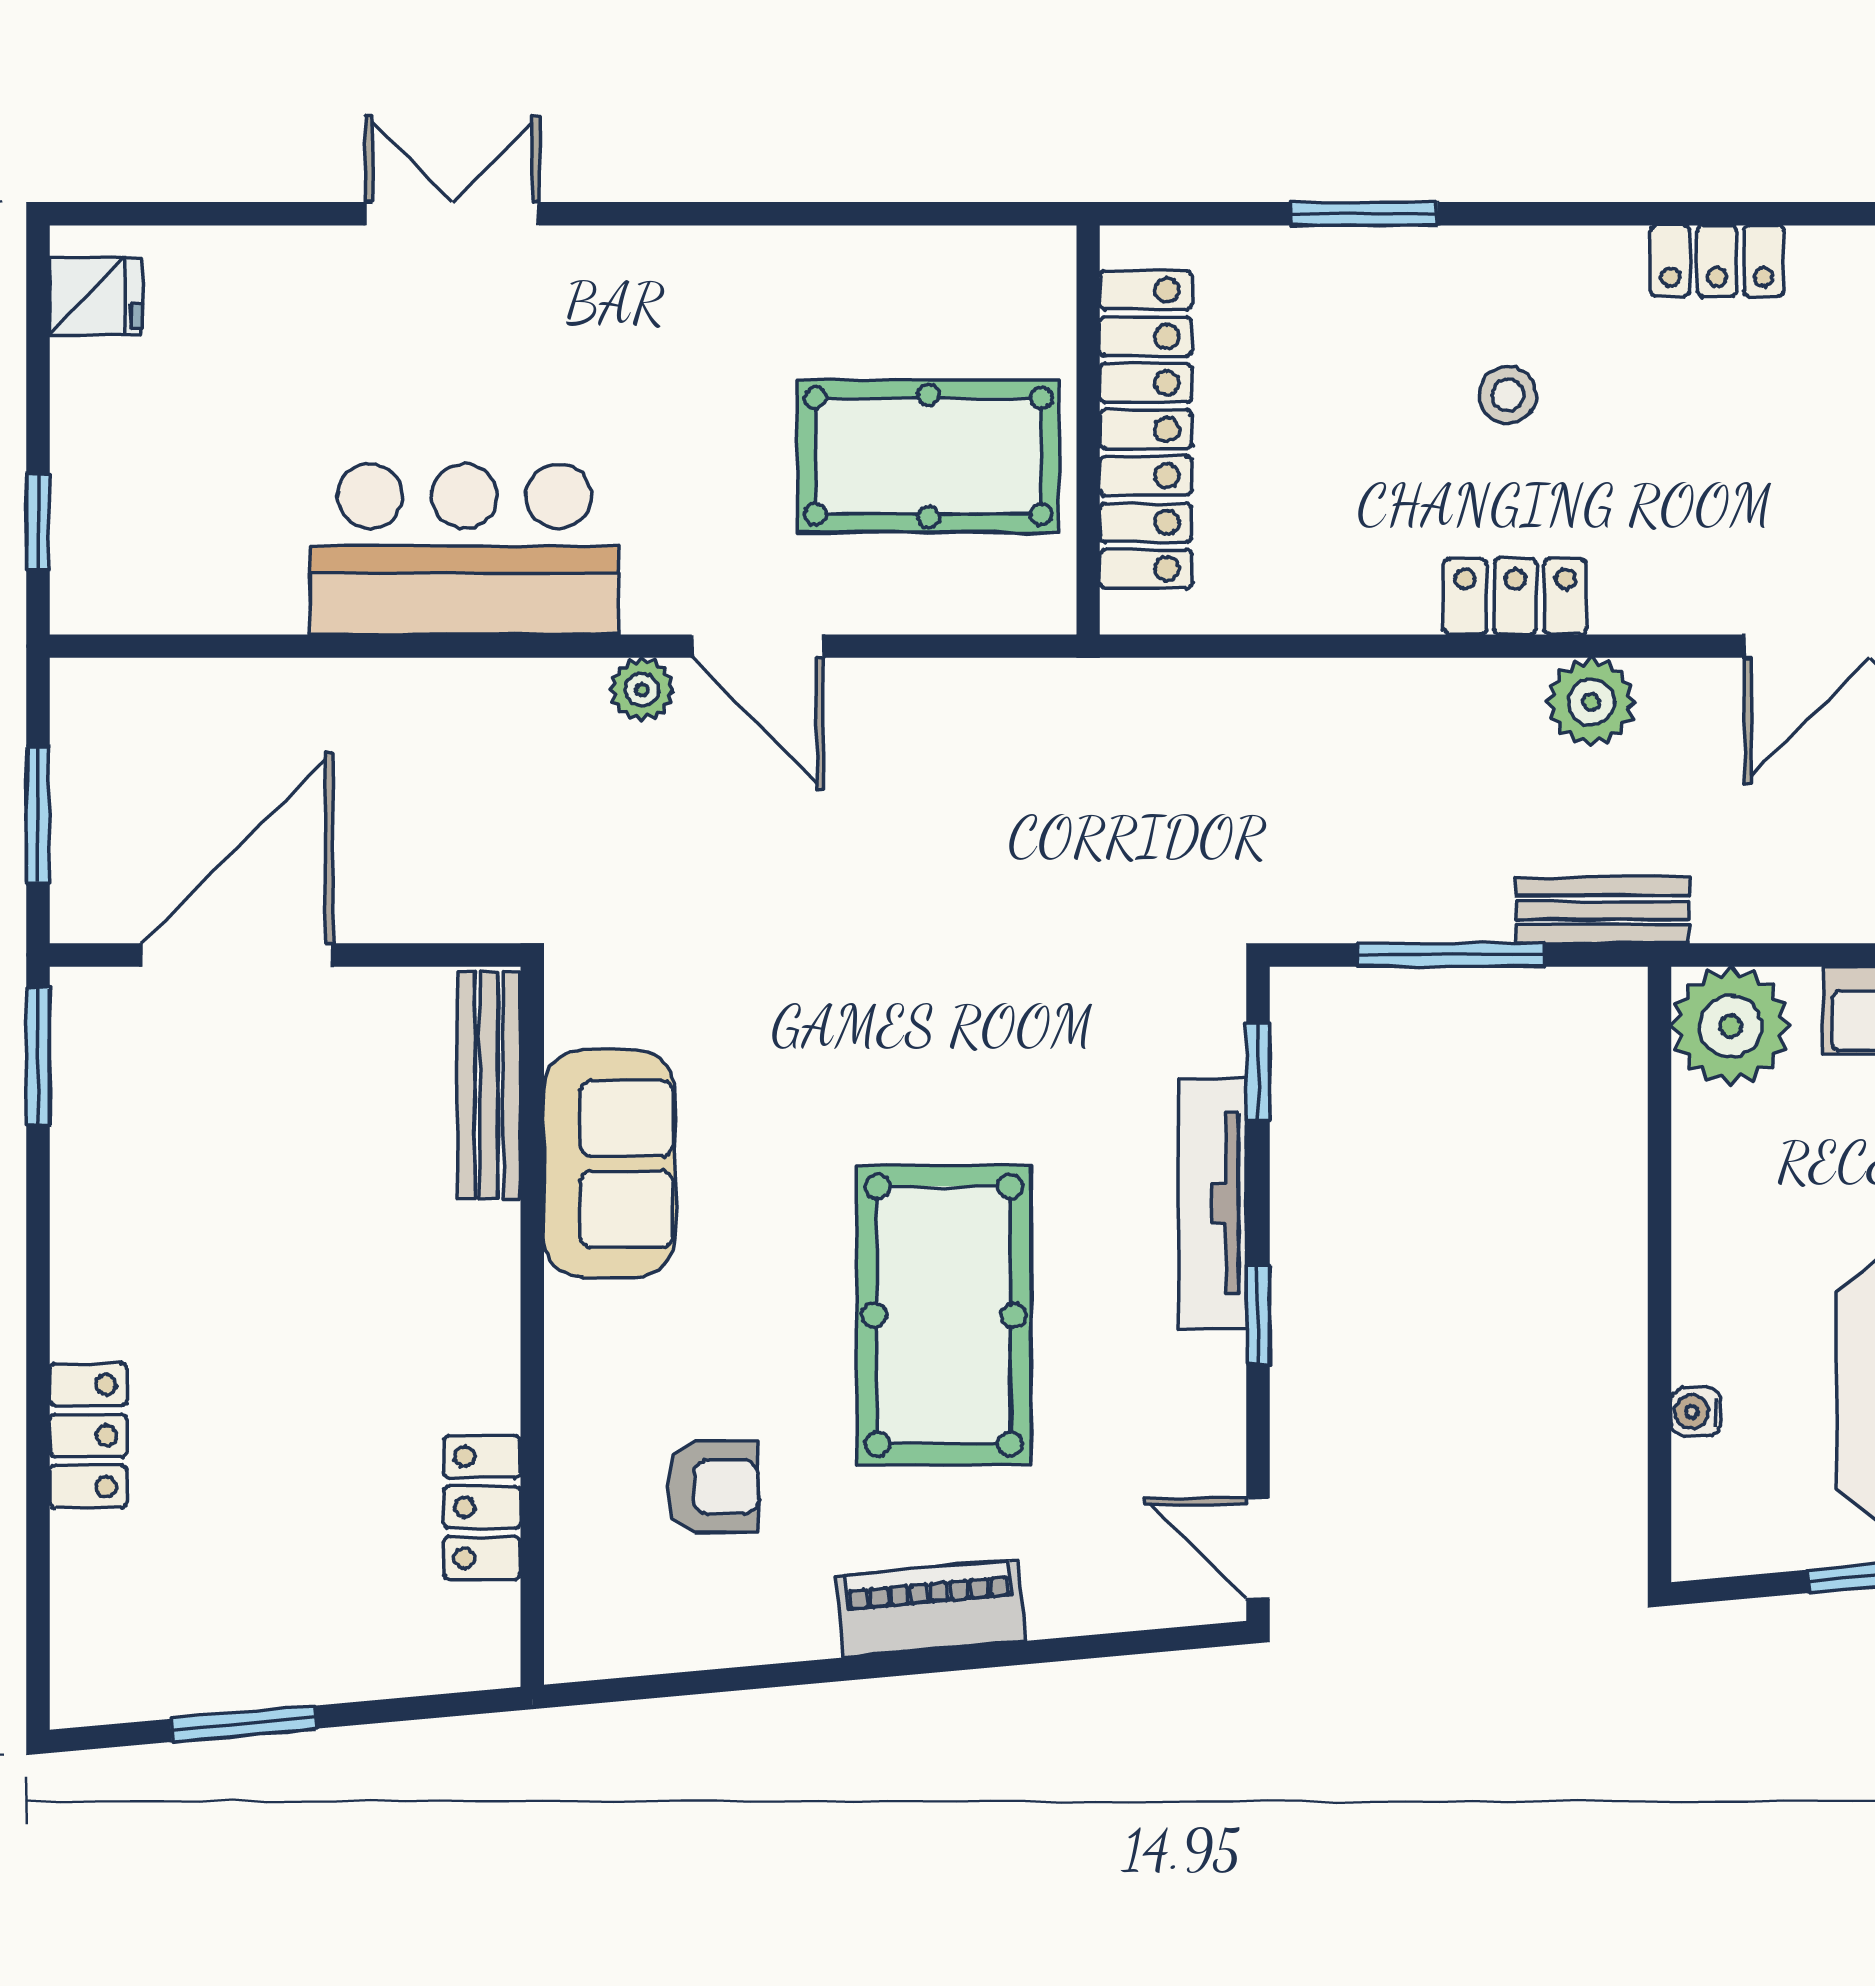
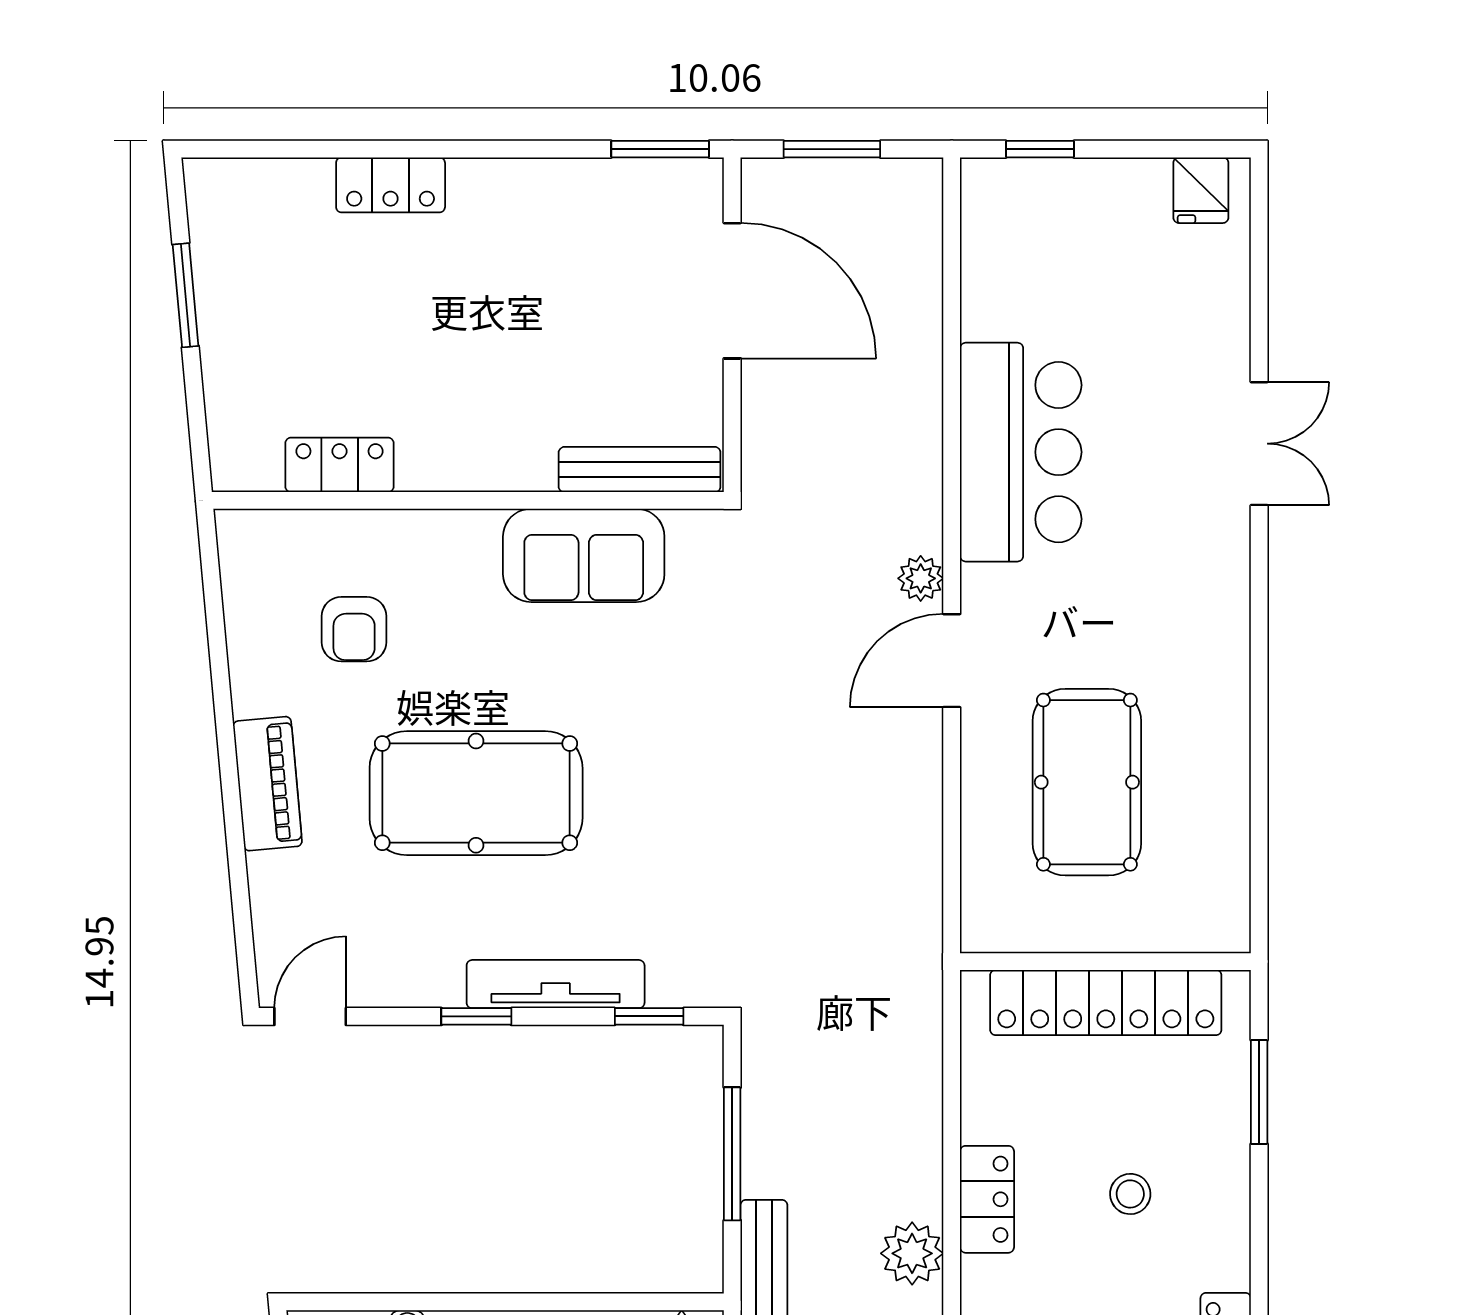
locker: (1146, 429) -> (1106, 1003), moved
wall: (1088, 430) -> (1105, 962), moved

